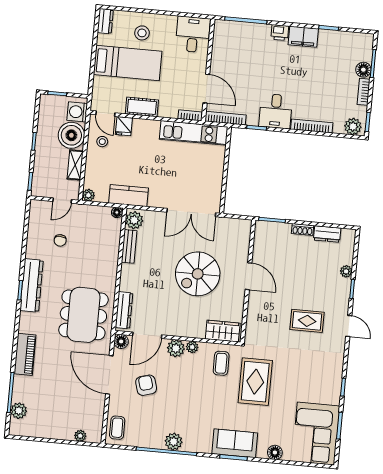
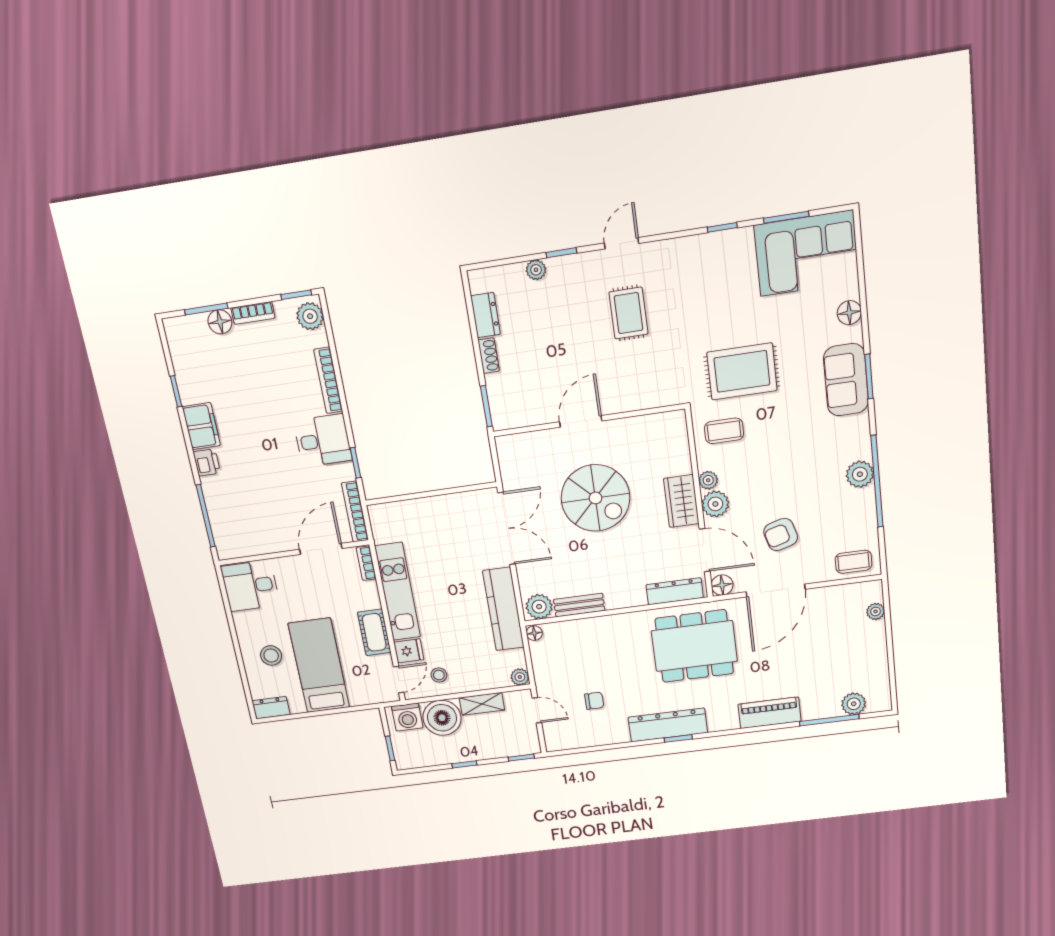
kitchen unit: (194, 133) -> (398, 592), moved
kitchen counter: (128, 196) -> (503, 609), width x1.50
wardrobe: (223, 331) -> (681, 501), moved

